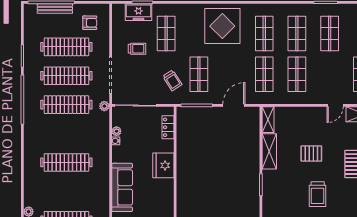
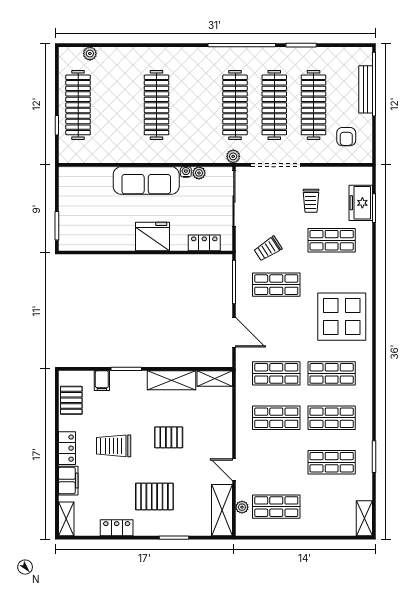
pallet: (311, 154) -> (169, 437), turned 90
sofa: (122, 187) -> (146, 181), moved
filing cabinet: (270, 203) -> (102, 381), added

